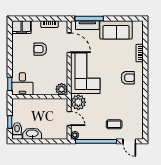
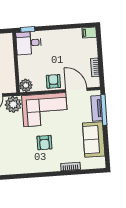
filing cabinet: (22, 27) -> (89, 33), width x0.50
door: (69, 43) -> (76, 90), swing flipped
armchair: (40, 49) -> (53, 81), moved
armchair: (128, 78) -> (44, 143), moved

